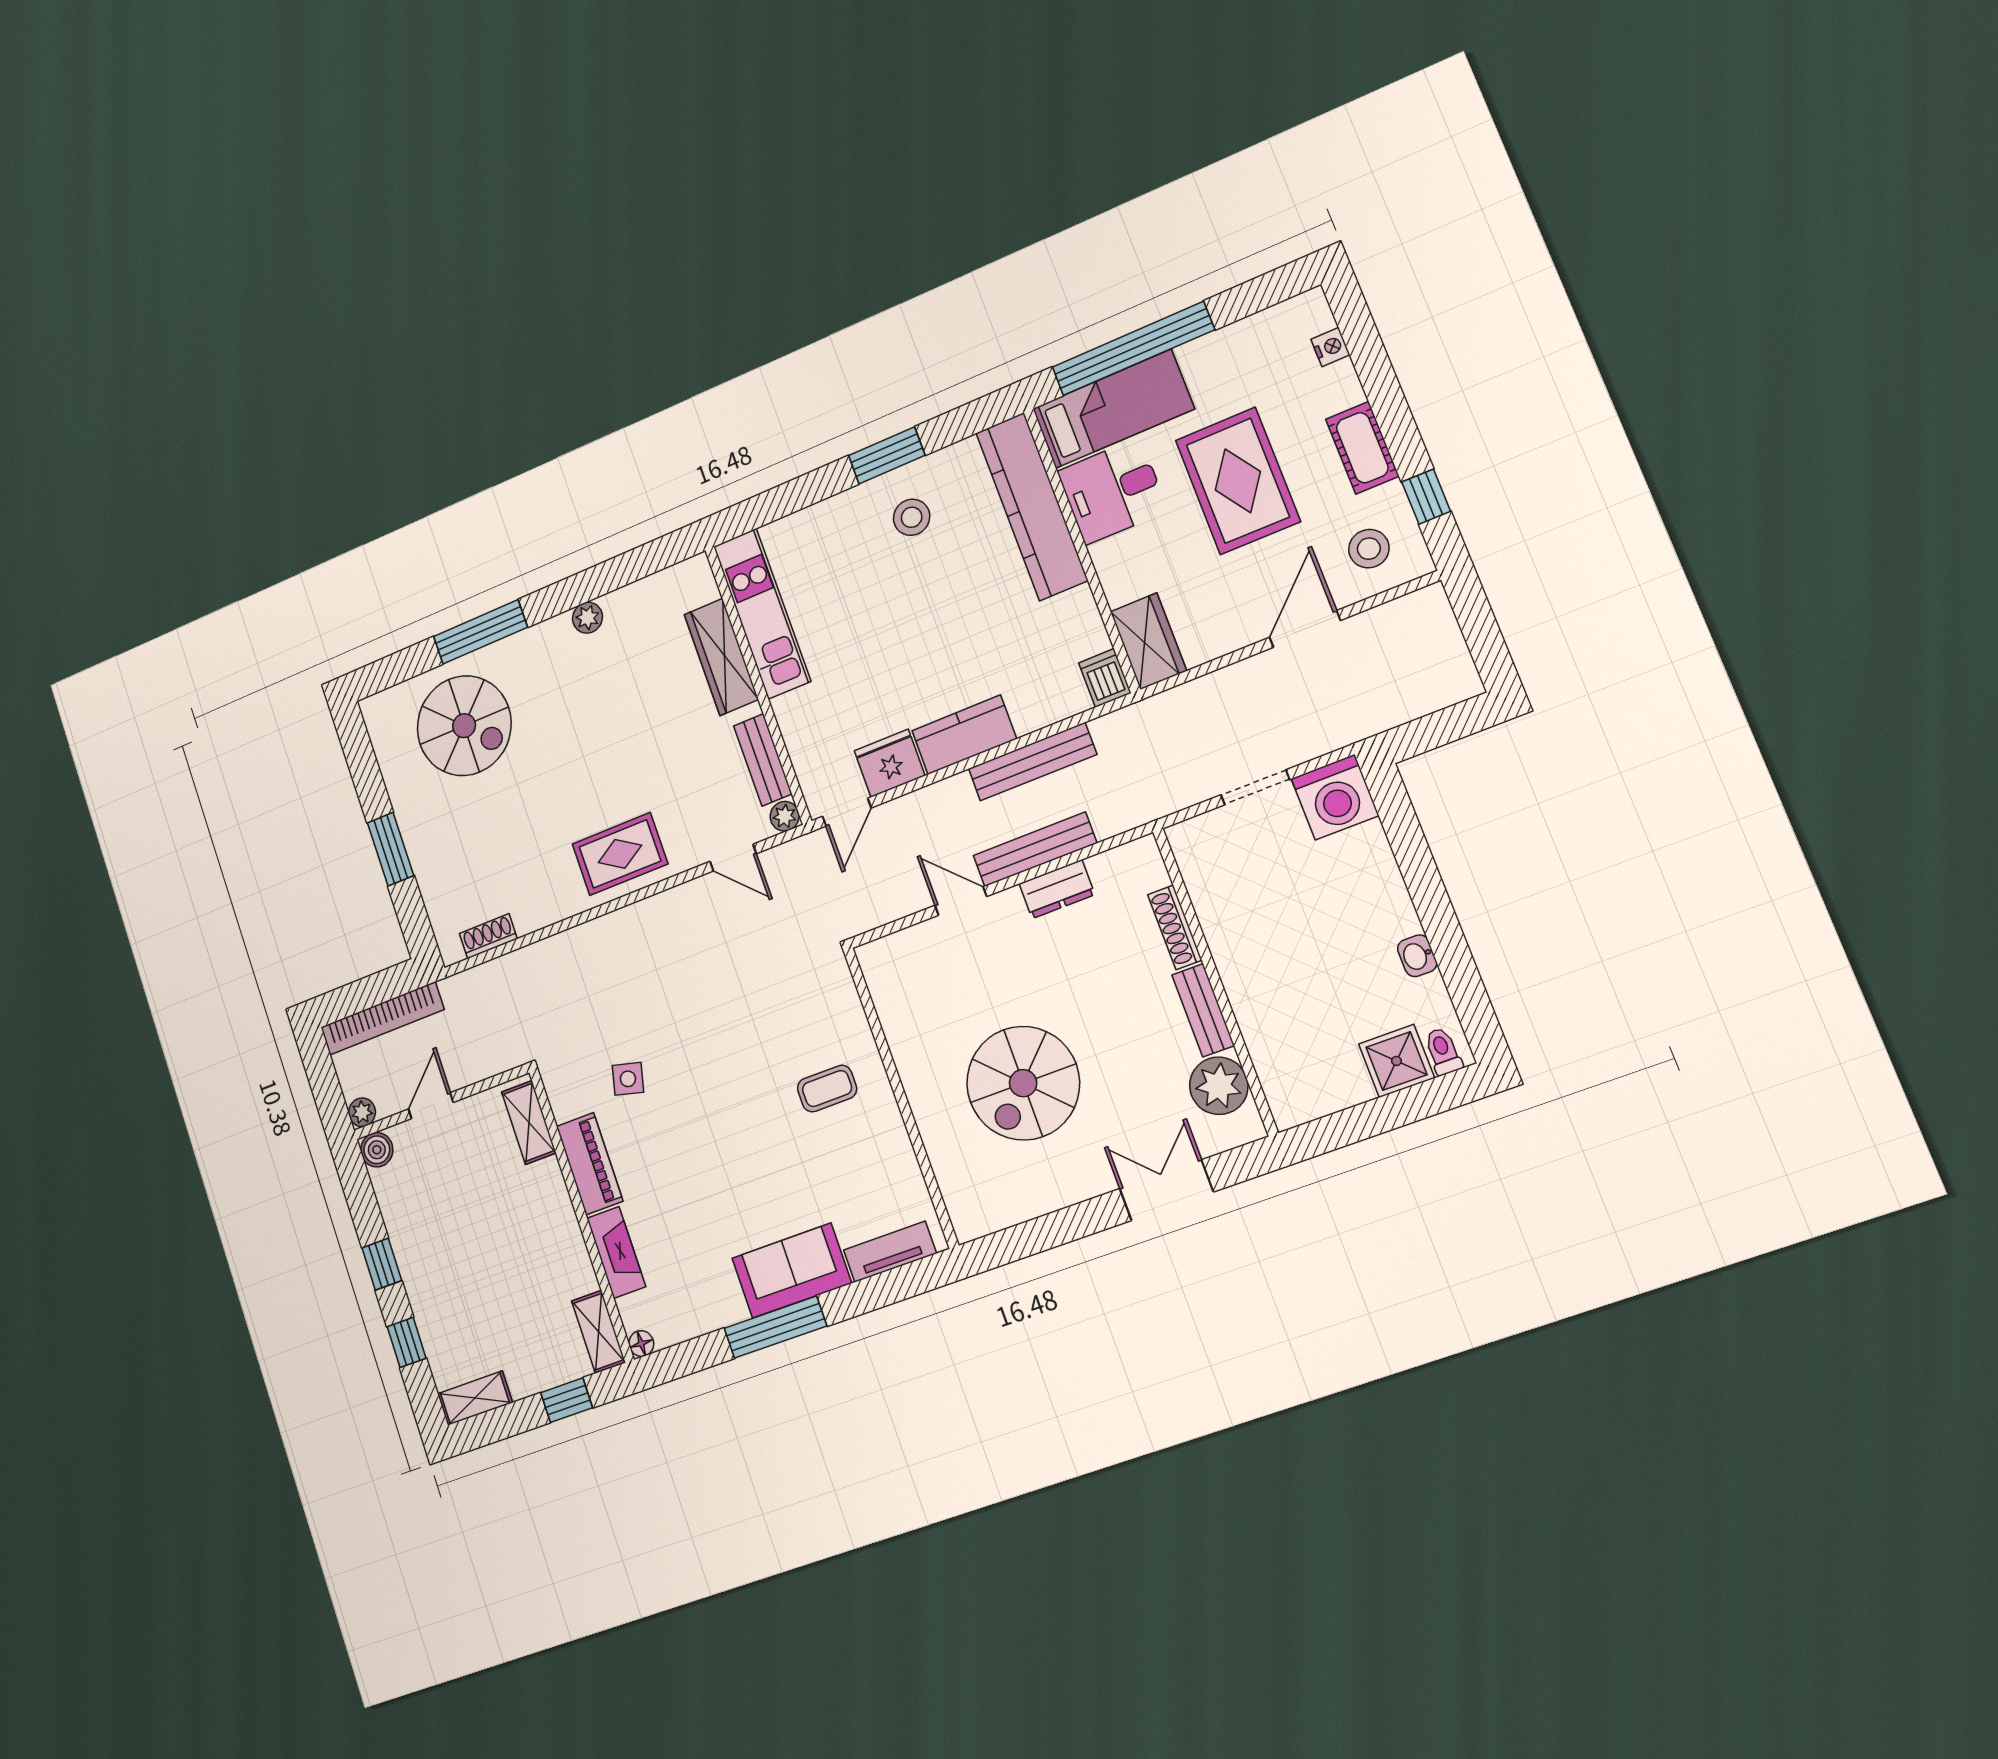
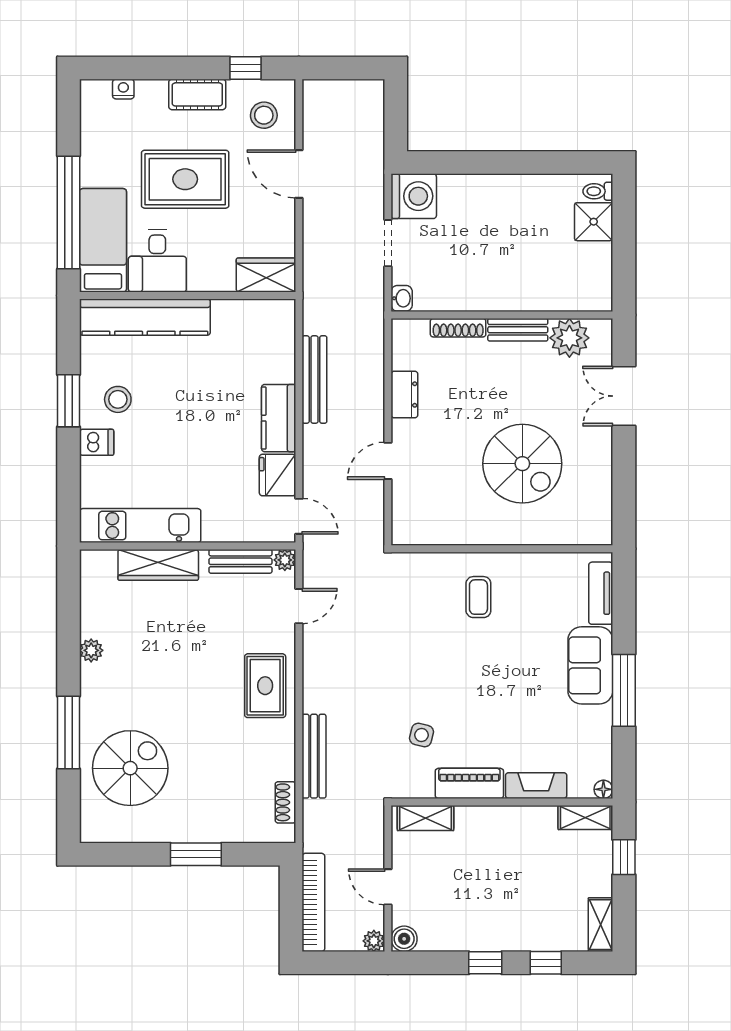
dishwasher: (1105, 678) -> (97, 442), moved, turned 180
bench: (1035, 849) -> (314, 756), moved
washbasin: (1417, 956) -> (402, 298), moved, turned -90

